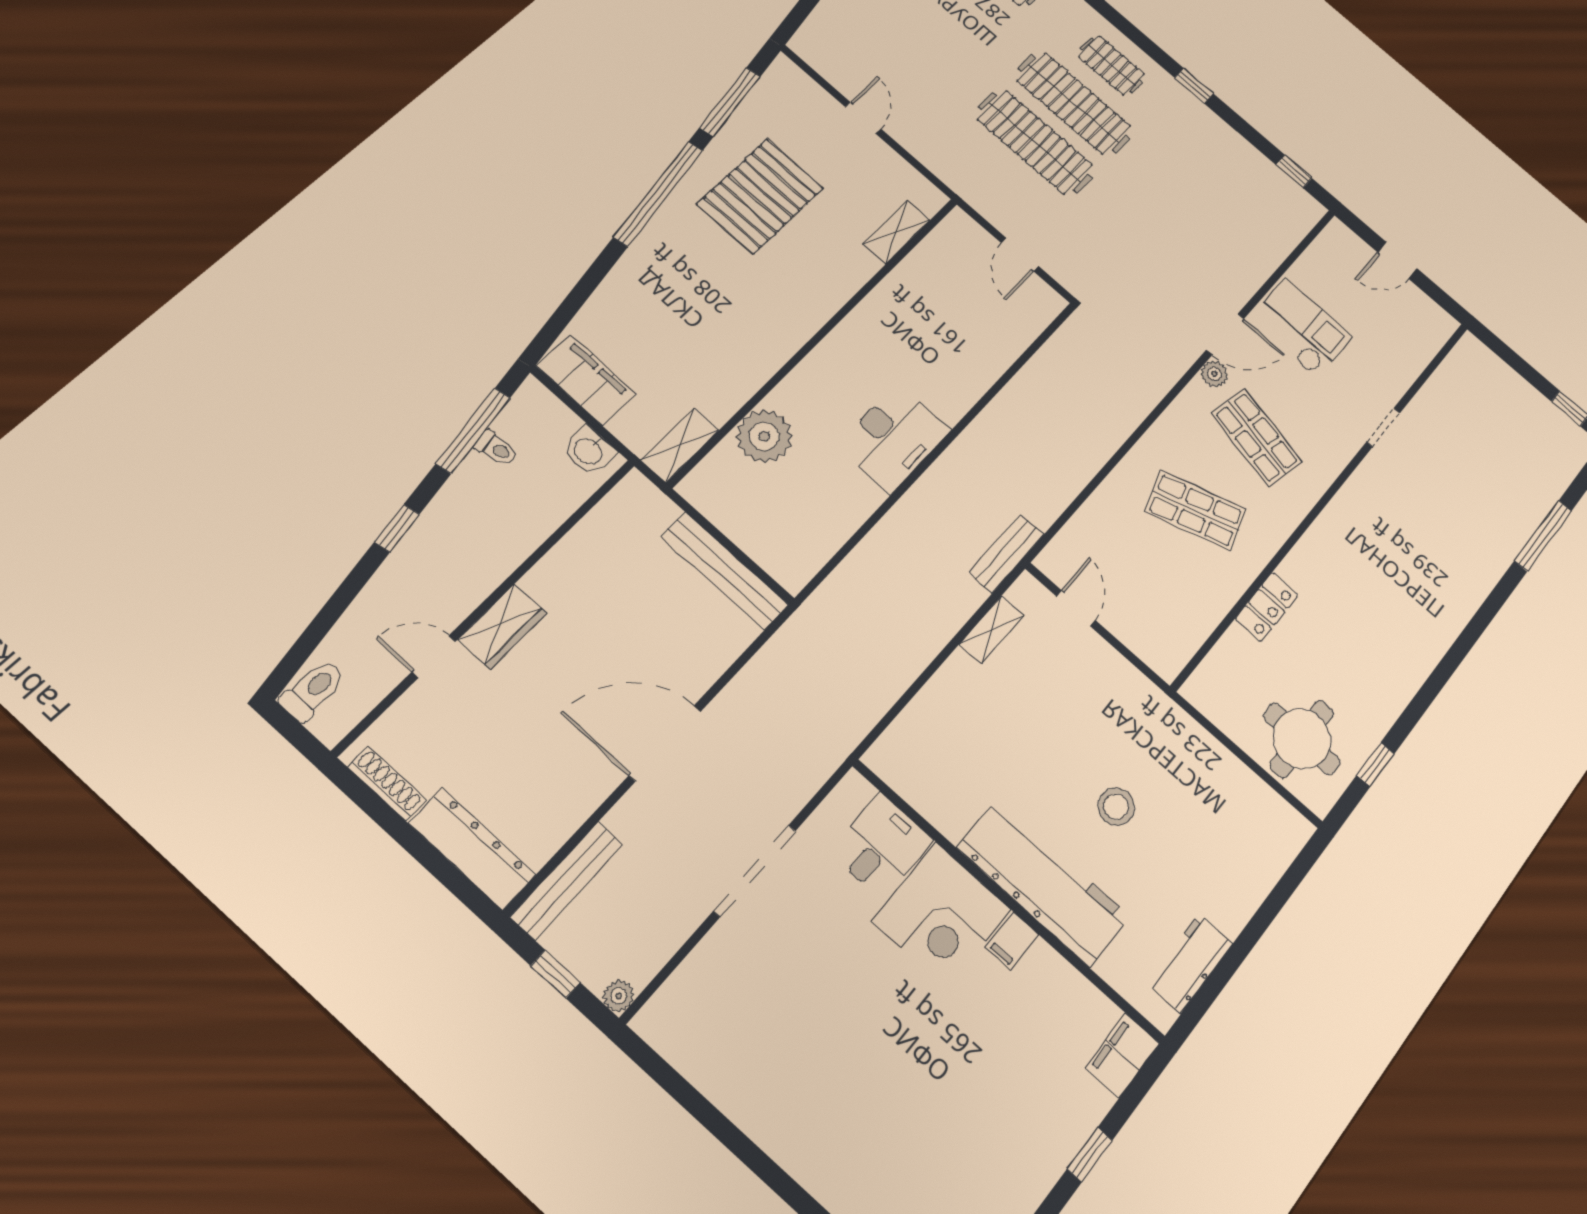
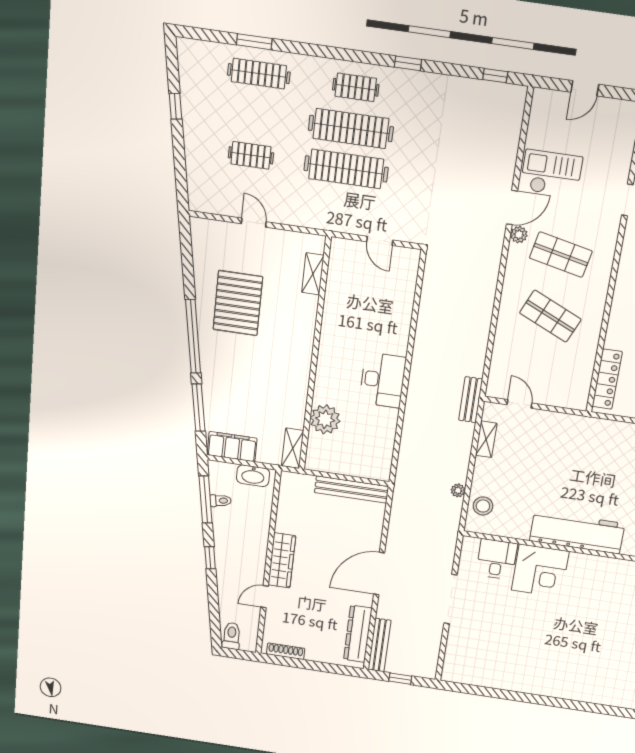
clothes rail: (921, 43) -> (251, 155), added
window: (730, 102) -> (199, 408), moved
washbasin: (589, 451) -> (253, 476), width x1.38
shop shelf: (1195, 510) -> (550, 316), turned 42
locker: (1267, 607) -> (607, 379), moved, width x1.53
wardrobe: (502, 626) -> (282, 560), width x1.50
stool: (1116, 807) -> (483, 506), moved
dresser: (472, 849) -> (358, 634), moved, turned -90
filing cabinet: (1012, 941) -> (577, 563), removed
plant: (619, 996) -> (458, 490), moved

